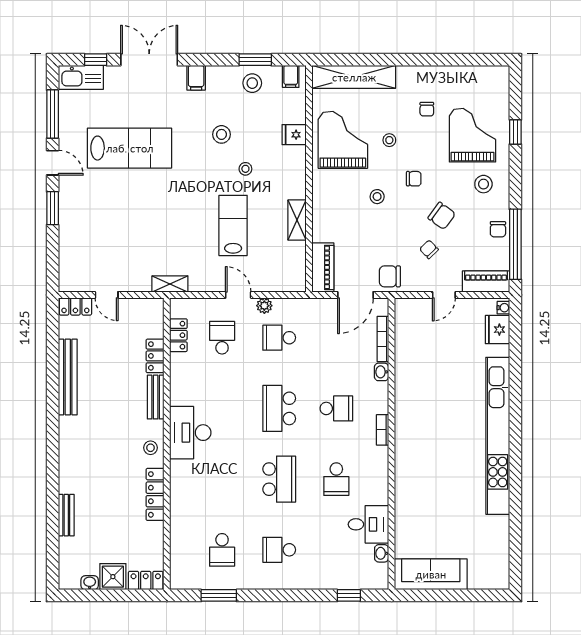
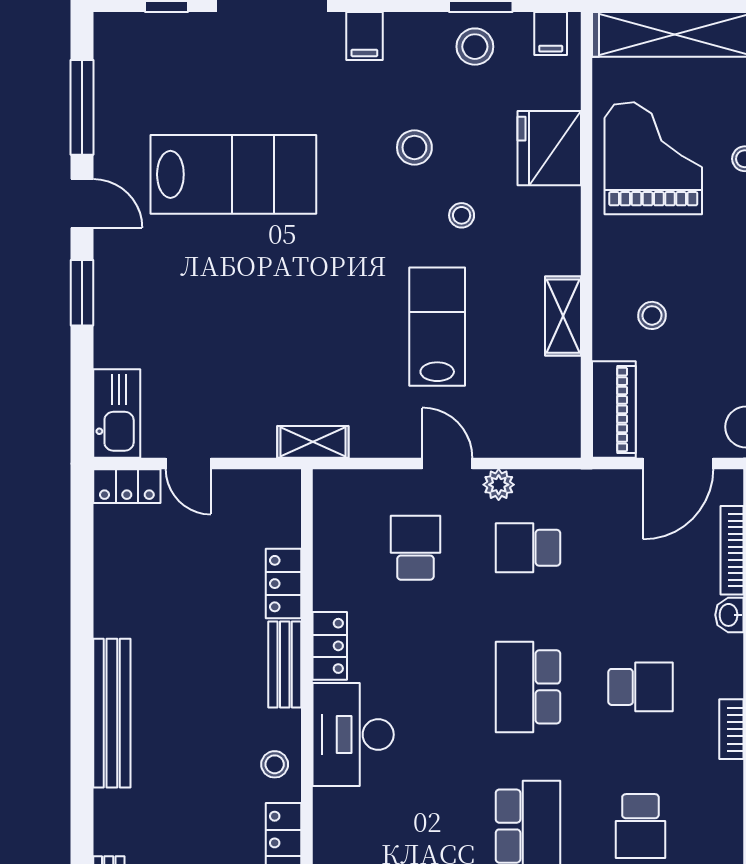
kitchen sink: (81, 77) -> (117, 413), moved, turned -90
fridge: (294, 135) -> (549, 148), width x1.88, depth x1.34
stool: (377, 197) -> (652, 315), moved
locker: (178, 335) -> (330, 646), moved
bench: (68, 377) -> (112, 713), moved

